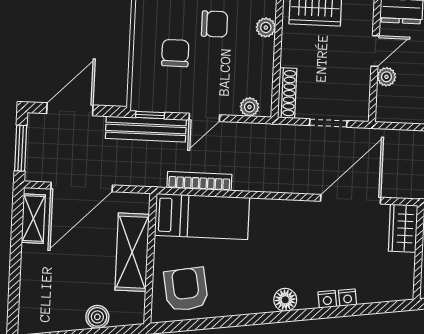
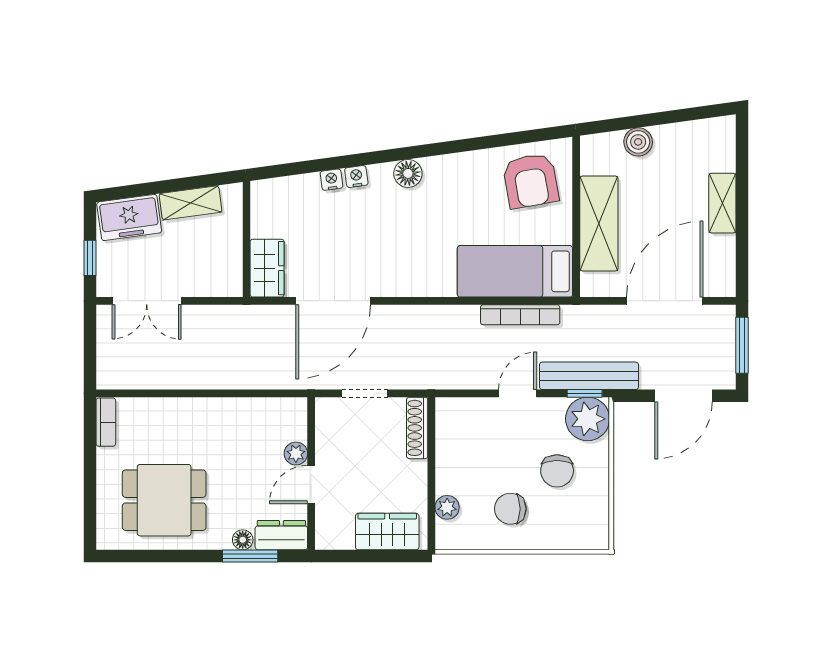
plant: (250, 107) -> (588, 419), moved, width x1.88, depth x1.88
shelving: (33, 219) -> (722, 203), moved

